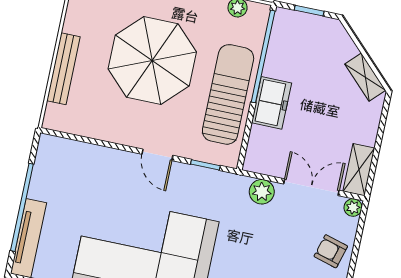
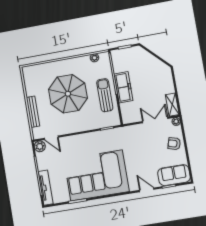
shelving: (365, 77) -> (159, 65), removed
sun lounger: (228, 94) -> (105, 95), width x0.73, depth x0.75
freezer: (272, 103) -> (124, 87), width x1.40
door: (157, 155) -> (51, 138), moved
plant: (262, 192) -> (40, 146), moved

